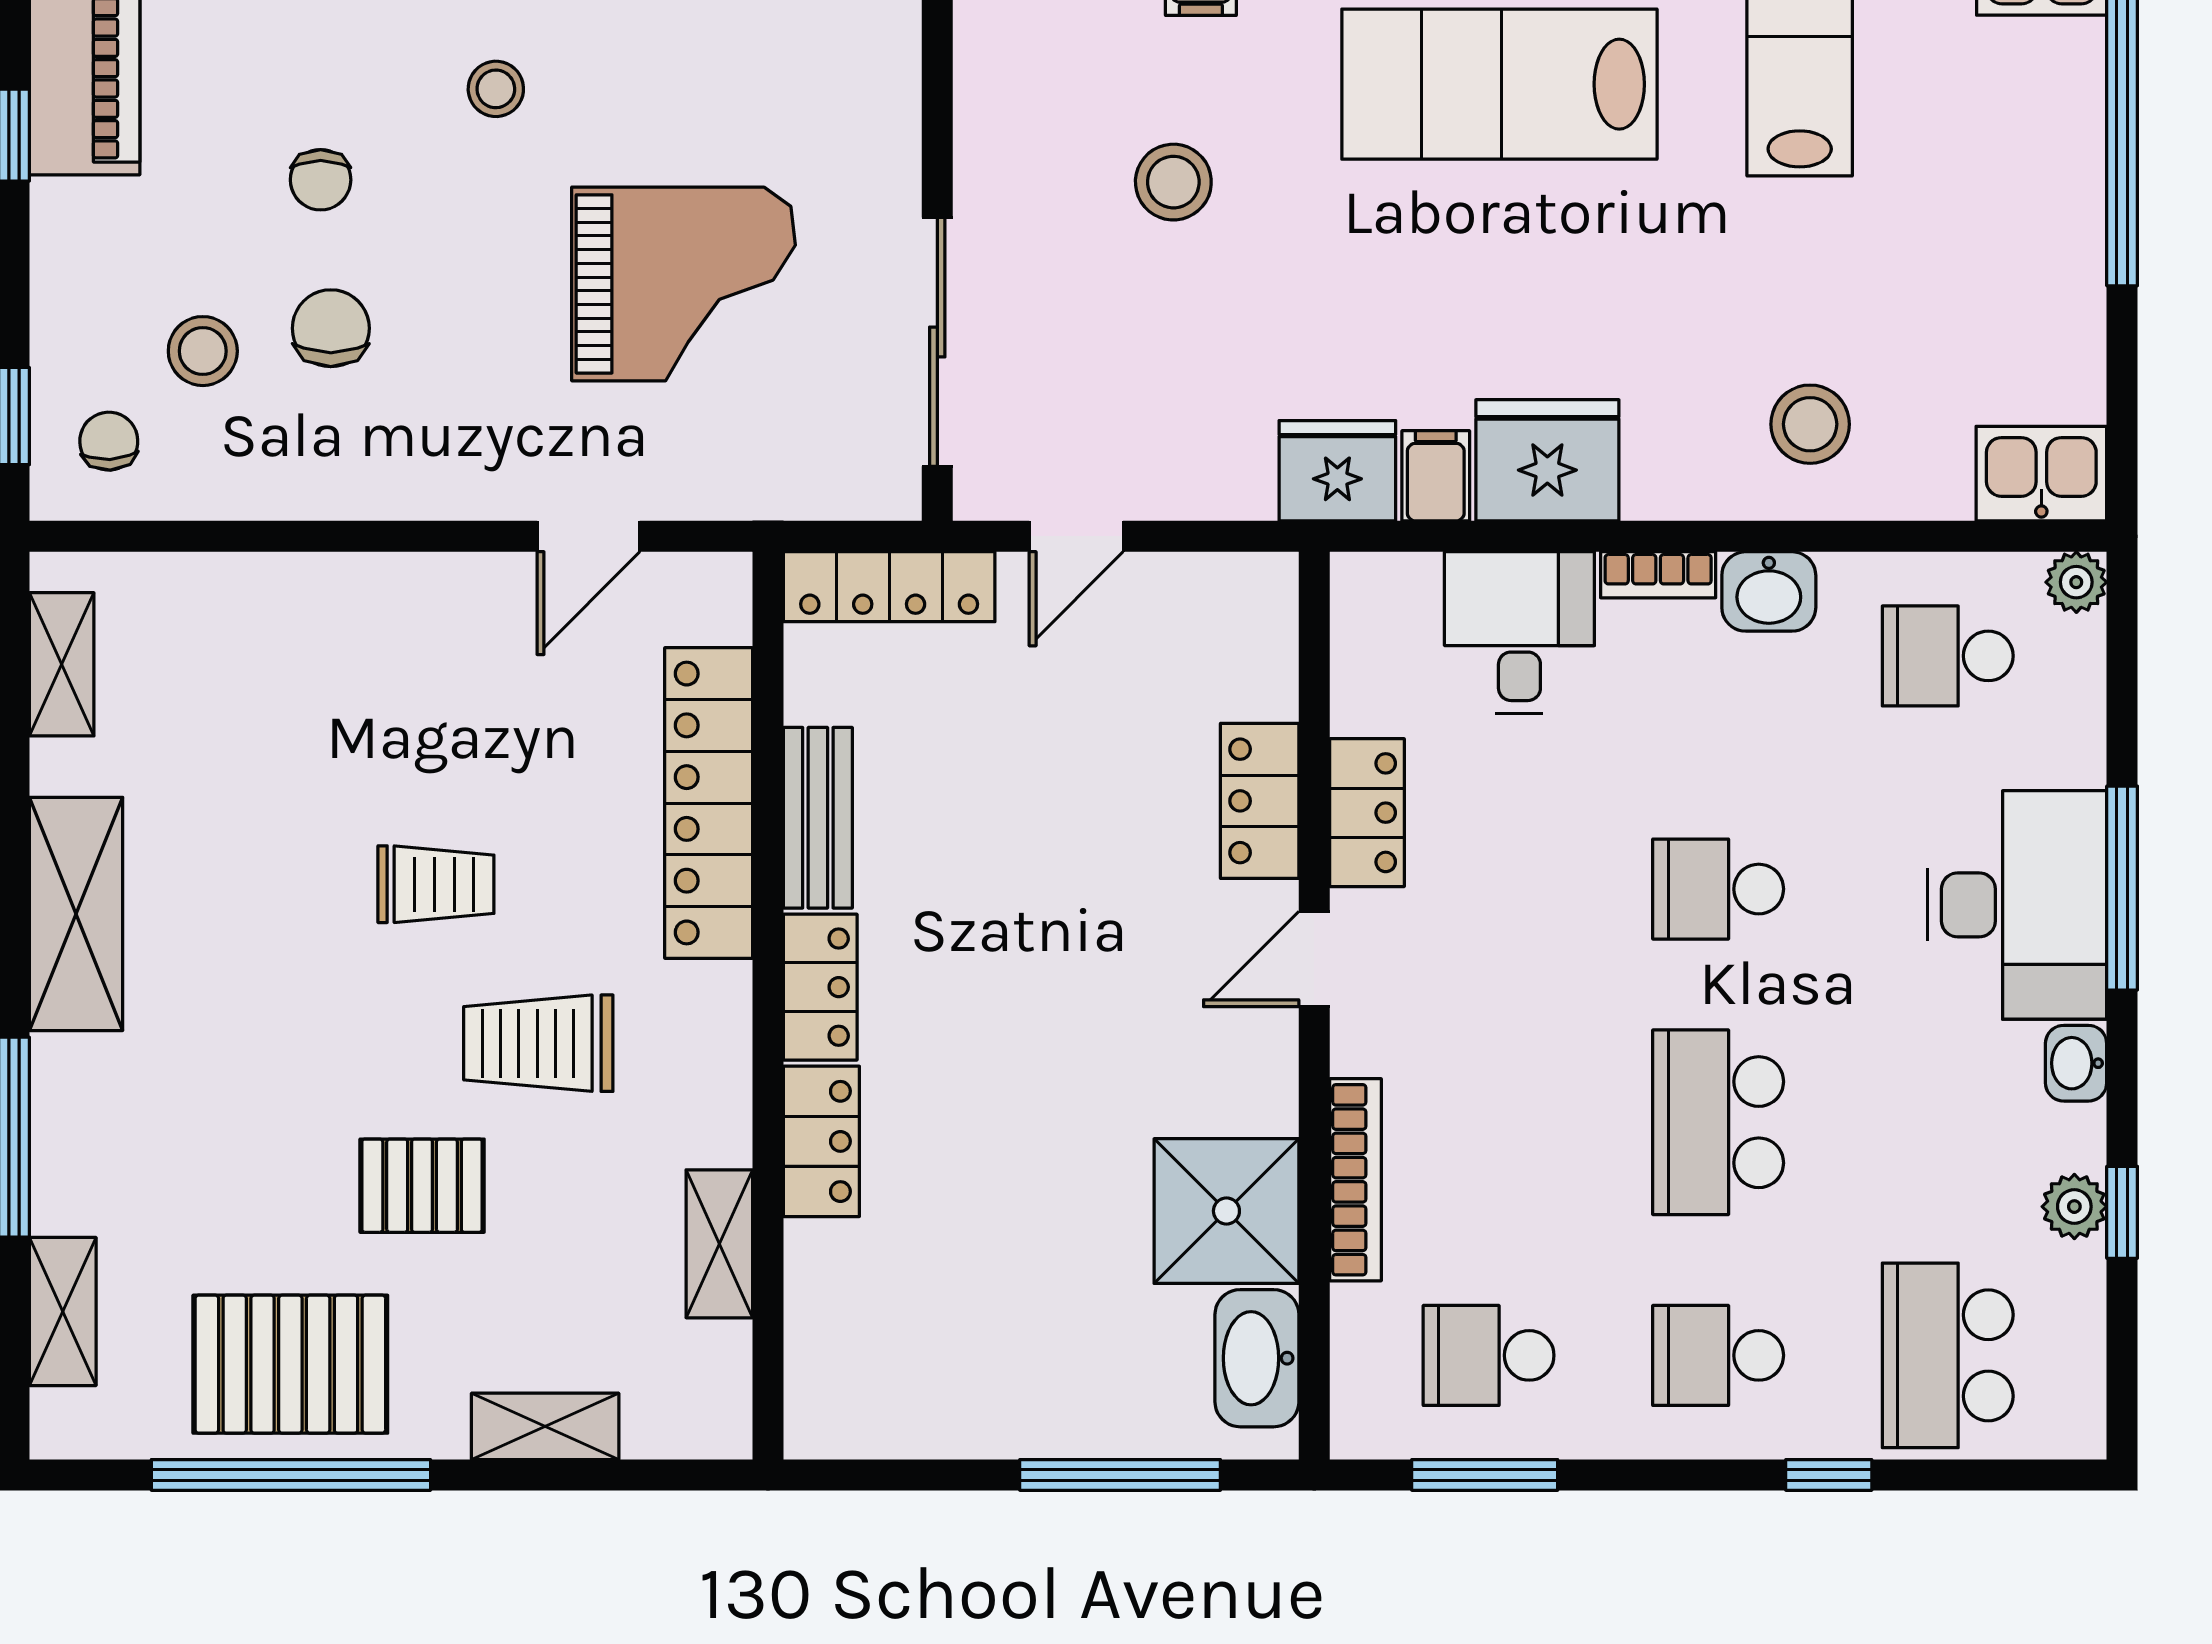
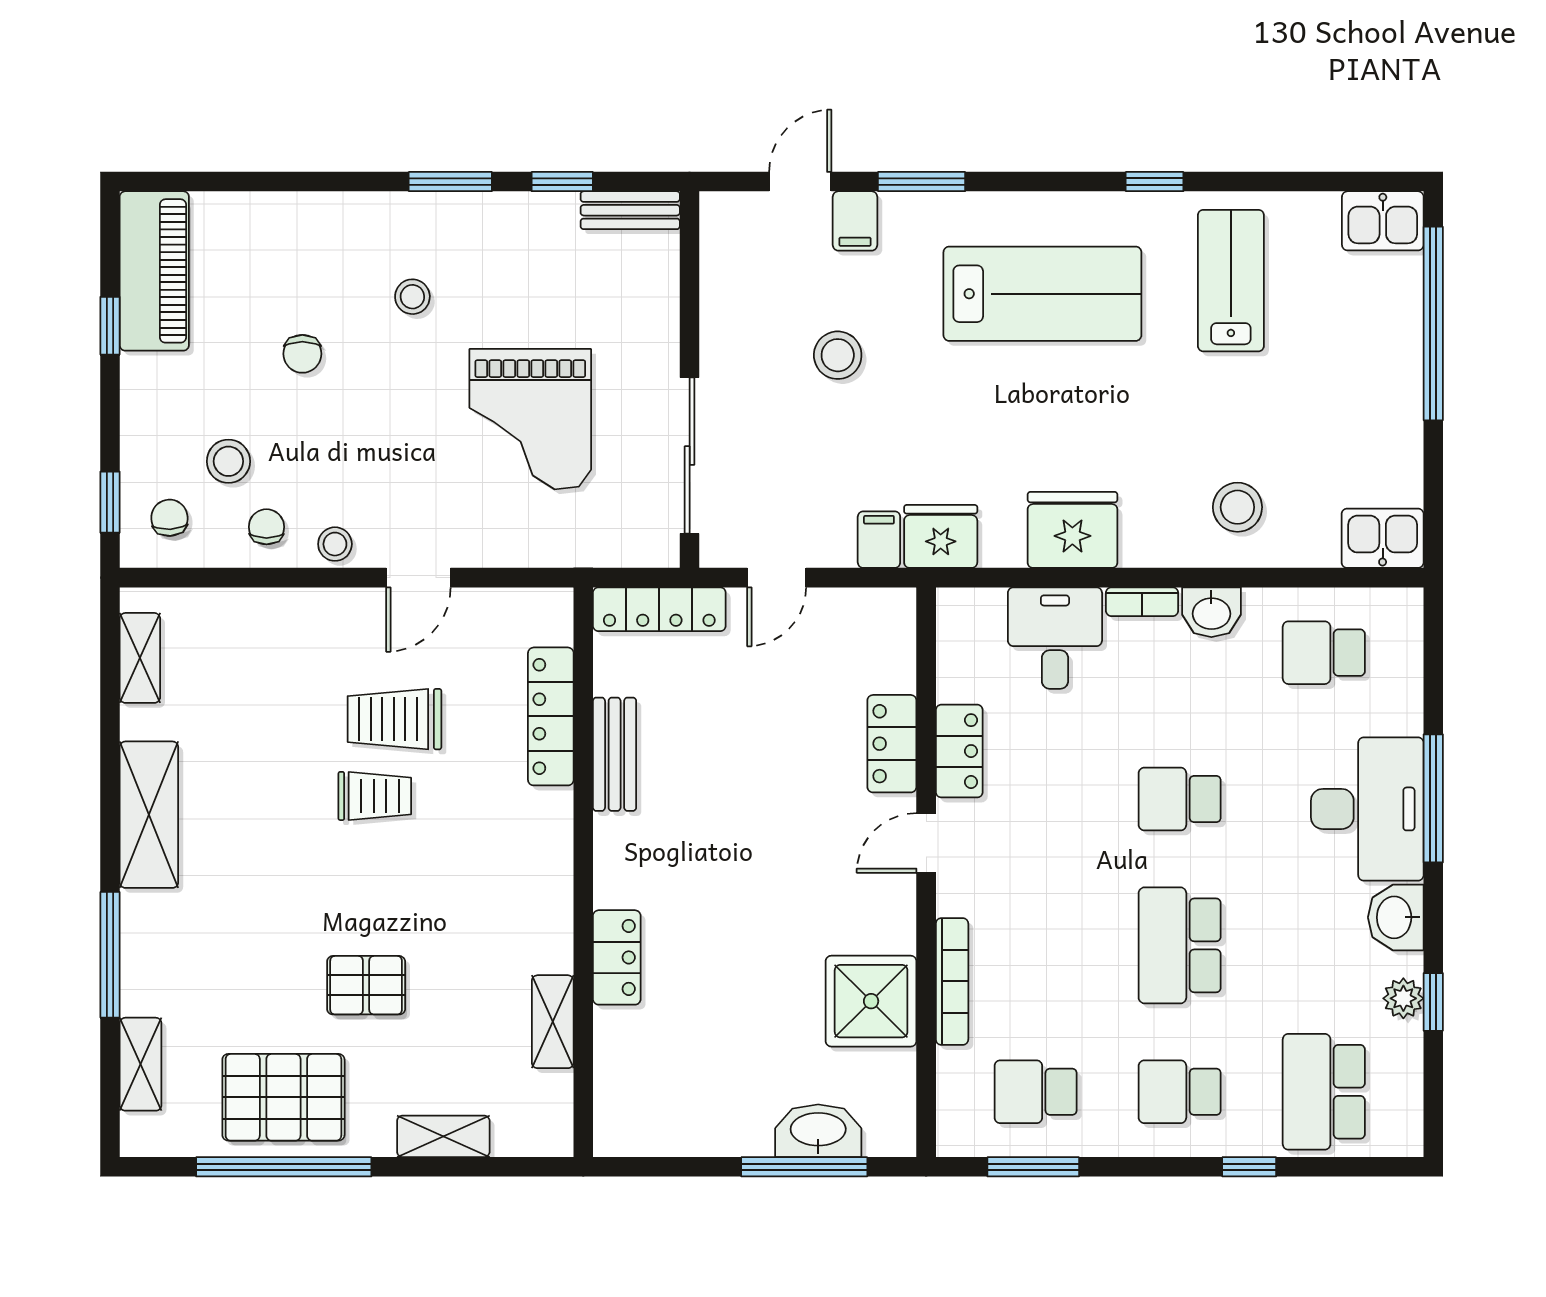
lab bench: (1499, 84) -> (1042, 294), turned 180
grand piano: (684, 284) -> (530, 419), turned 90
chair: (331, 328) -> (266, 527), moved, width x0.73, depth x0.73
filing cabinet: (1436, 476) -> (879, 540), moved
stool: (372, 483) -> (335, 544), added
door: (588, 536) -> (418, 578), moved
plant: (2076, 582) -> (1404, 606), removed
locker: (709, 803) -> (551, 716), width x0.71, depth x0.83
locker: (820, 987) -> (616, 861), removed
trolley: (538, 1043) -> (394, 719), moved
washbasin: (2076, 1063) -> (1396, 917), width x1.38, depth x1.45
washbasin: (1257, 1358) -> (818, 1131), moved, turned 90

